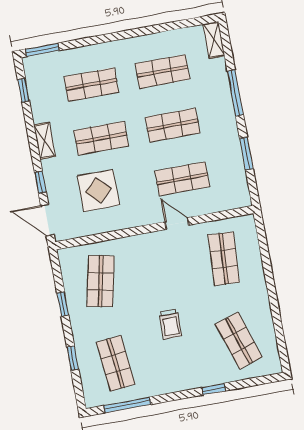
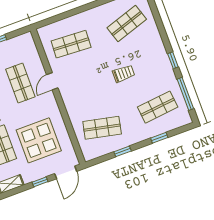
display table: (98, 191) -> (39, 140), width x1.36, depth x1.36
window: (214, 389) -> (173, 60), moved

